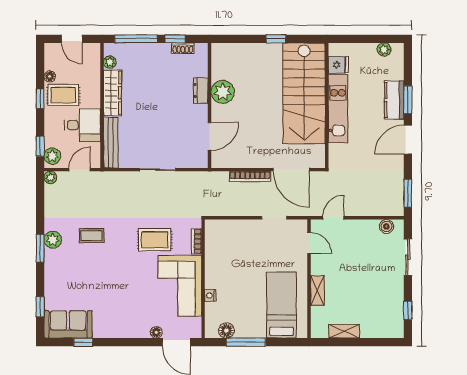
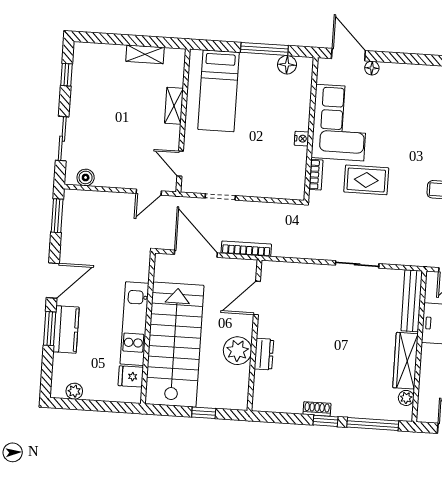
dresser: (201, 90) -> (264, 354), moved
plant: (223, 92) -> (237, 351), moved
wall: (210, 105) -> (254, 335), moved
door: (210, 136) -> (257, 298), moved
nightstand: (210, 295) -> (302, 139), moved

